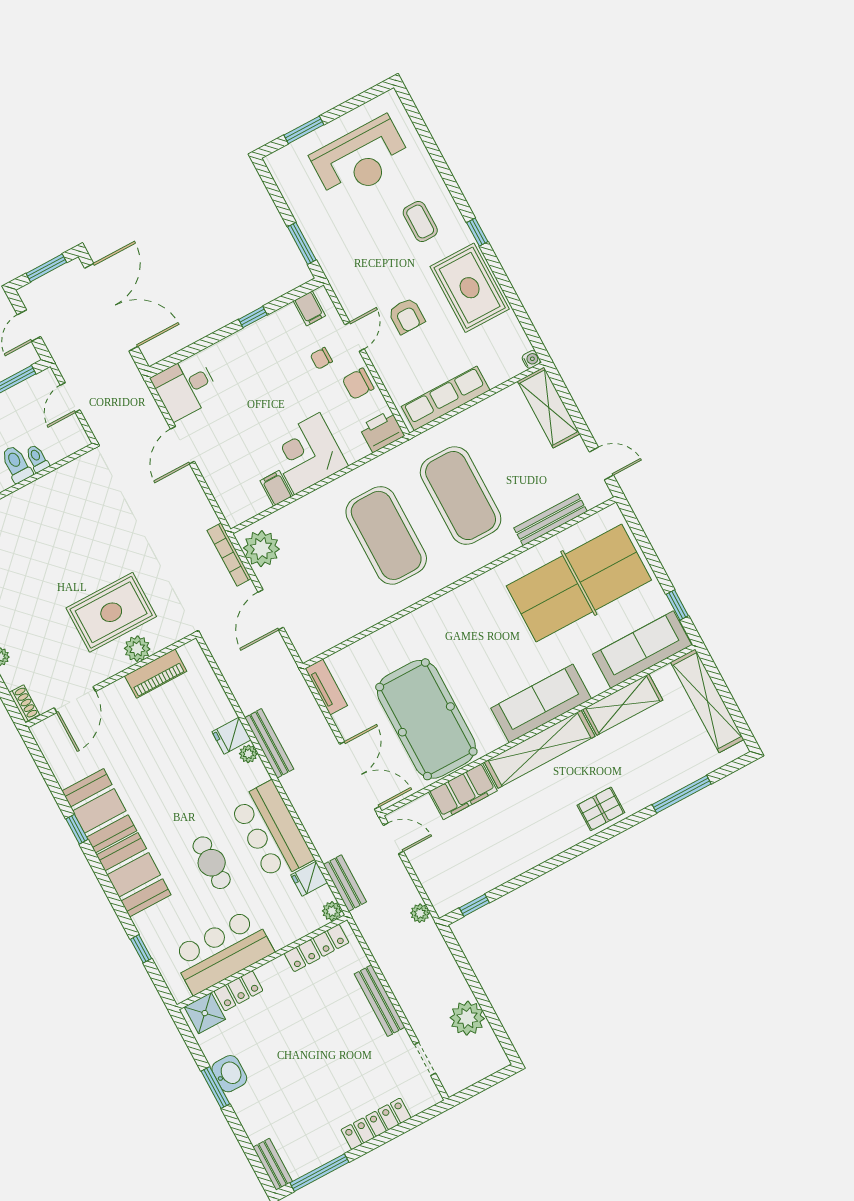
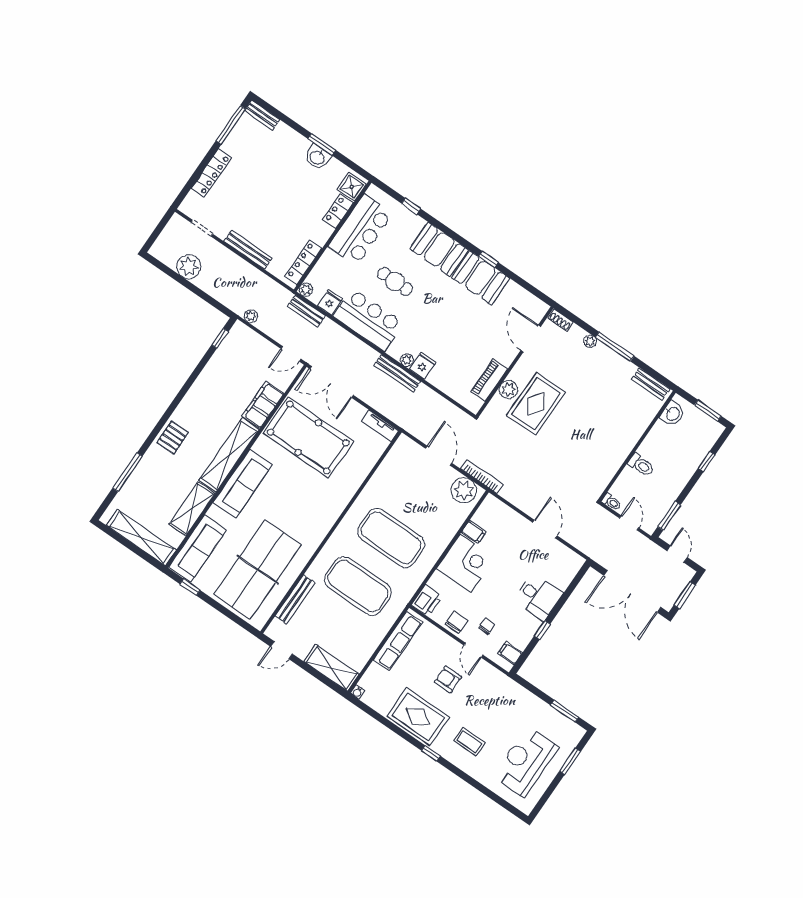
window: (302, 243) -> (565, 711), moved
desk: (185, 387) -> (538, 597), moved, turned 90
toilet: (37, 458) -> (612, 502), moved

